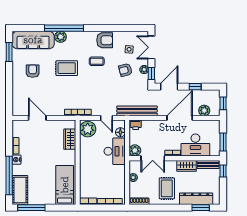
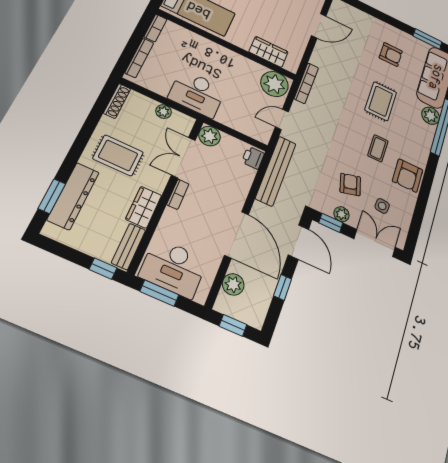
floor lamp: (120, 132) -> (250, 129), removed
desk: (195, 145) -> (173, 268), moved, turned -90
desk: (115, 151) -> (197, 94), moved

